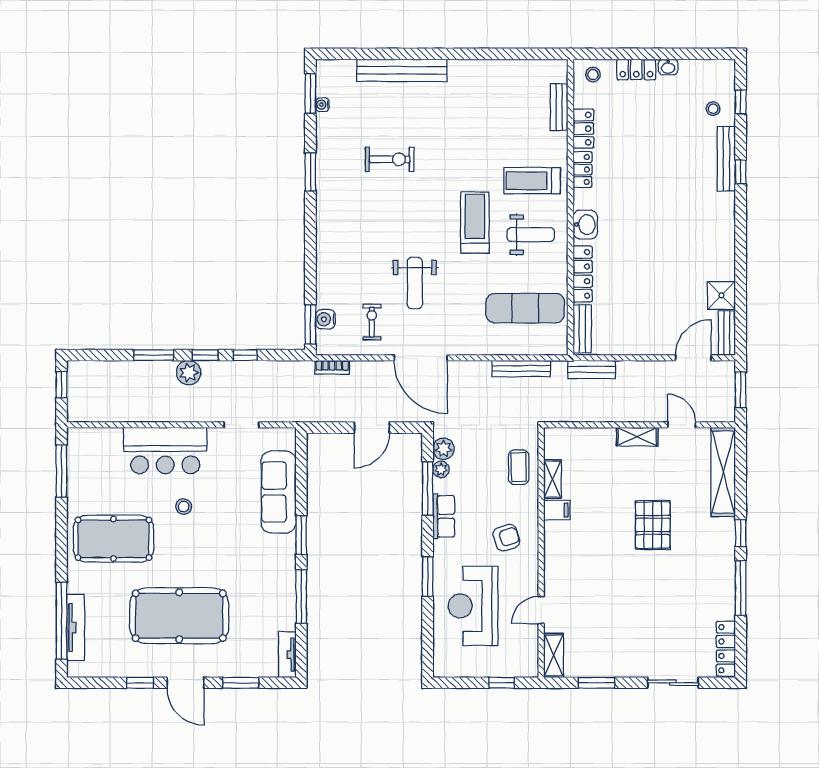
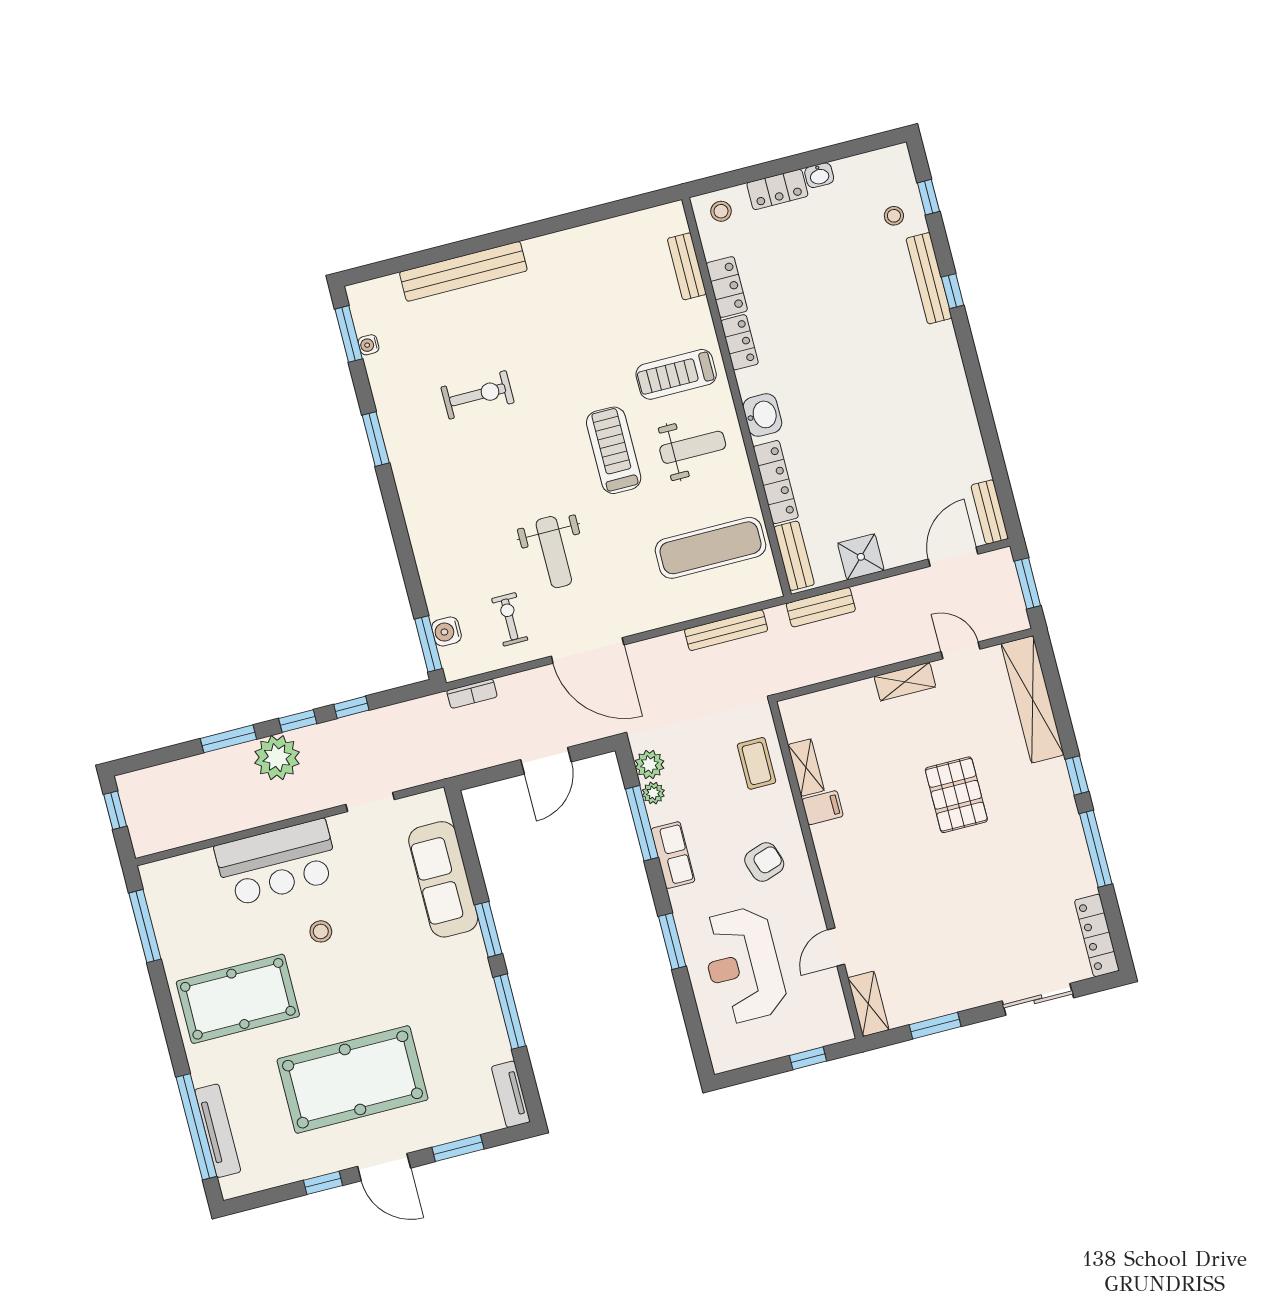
shower: (721, 295) -> (861, 557), moved
plant: (189, 373) -> (277, 758), width x1.36, depth x1.36

